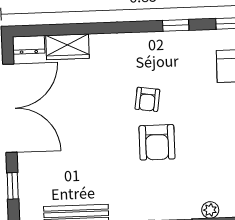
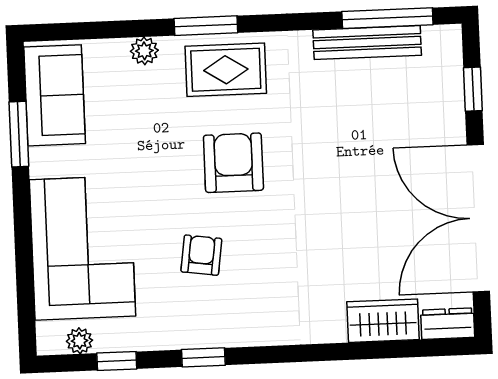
armchair: (147, 99) -> (201, 255), moved
rug: (161, 198) -> (226, 70), added

